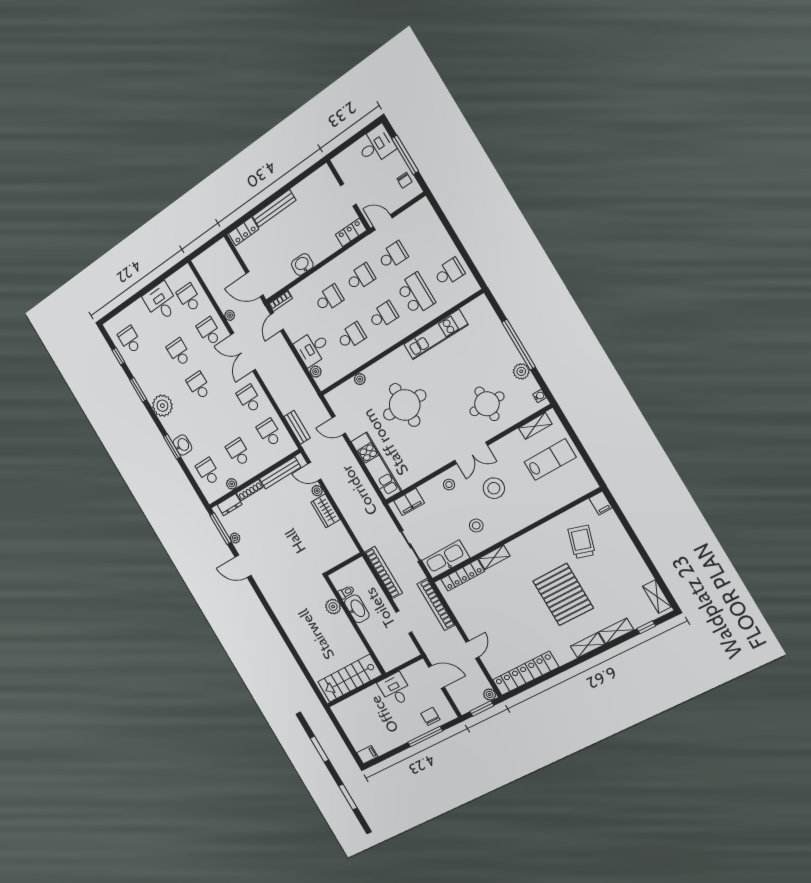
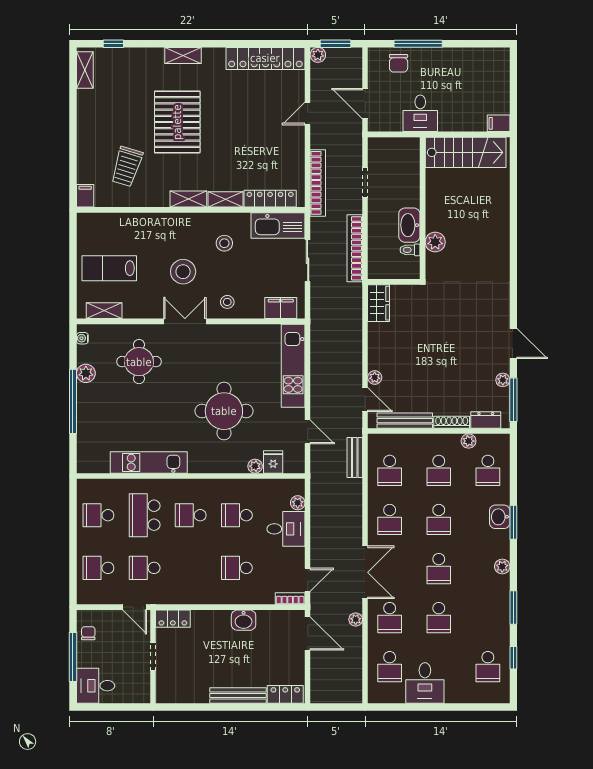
school desk: (361, 277) -> (98, 568), moved
fridge: (349, 390) -> (273, 462), added
plant: (162, 406) -> (502, 567), width x0.53, depth x0.53
school desk: (218, 419) -> (439, 519), added
wardrobe: (326, 511) -> (379, 303), moved
shelving: (616, 631) -> (188, 199), moved
filing cabinet: (367, 755) -> (499, 123), moved

